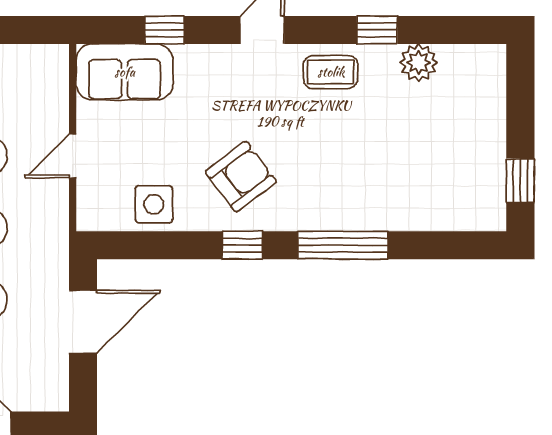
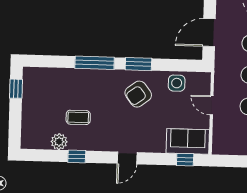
window: (165, 30) -> (185, 160), moved
coffee table: (331, 72) -> (78, 117), moved
door: (73, 156) -> (212, 105), swing flipped
window: (242, 245) -> (138, 64), width x1.50

